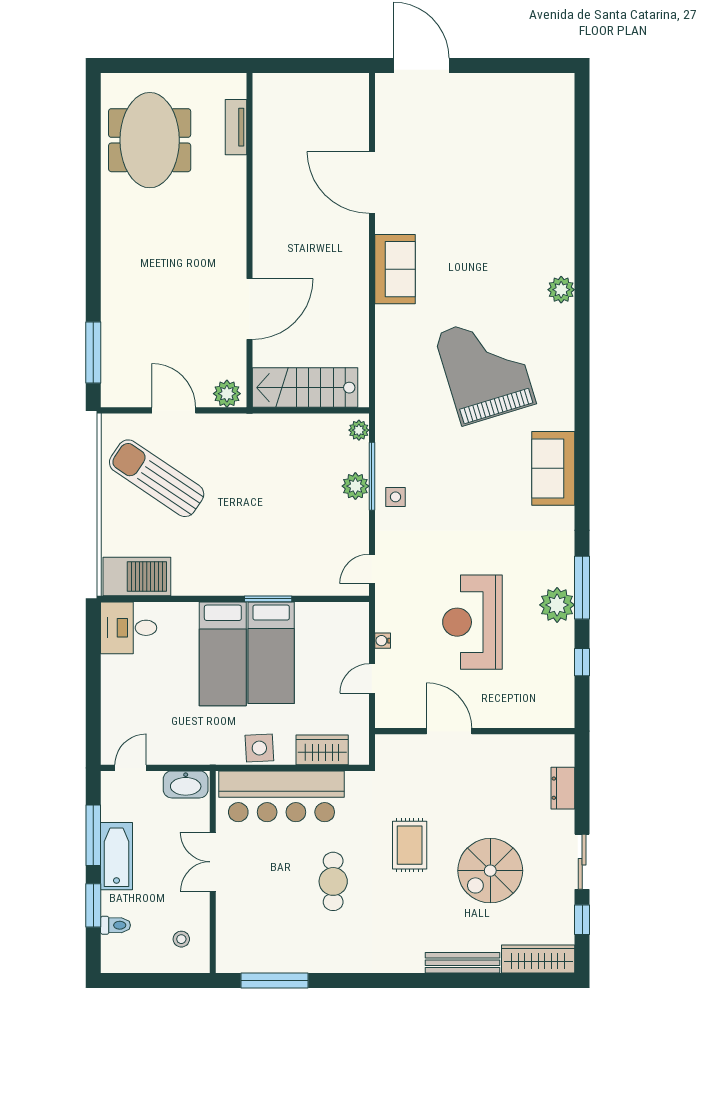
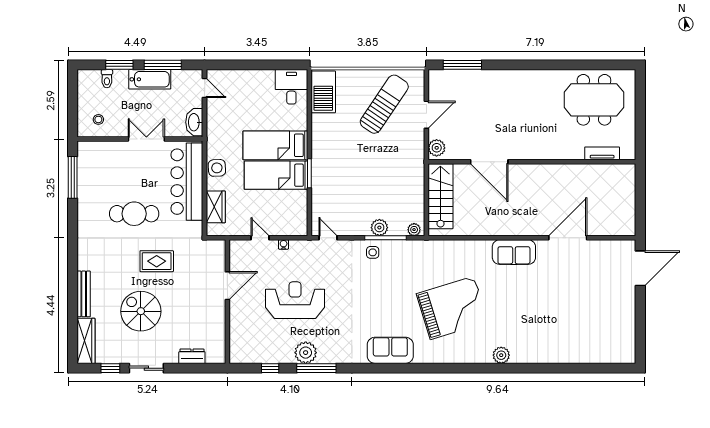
cafe table: (333, 881) -> (134, 214), width x1.37, depth x1.35

